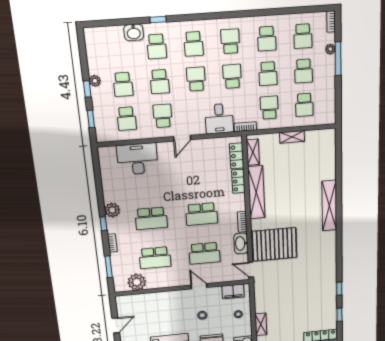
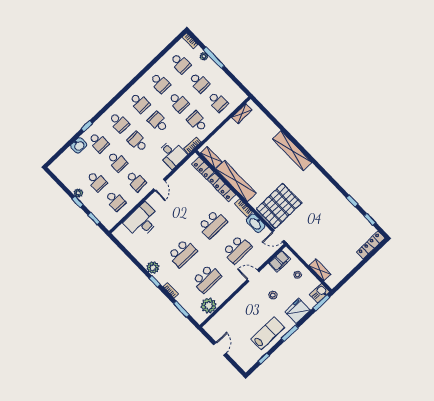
school desk: (230, 41) -> (139, 103), turned 180
school desk: (163, 116) -> (136, 181), turned 180
shelving: (292, 137) -> (242, 114), moved
locker: (238, 181) -> (222, 187), width x1.53

